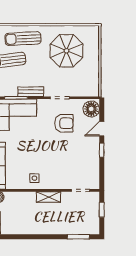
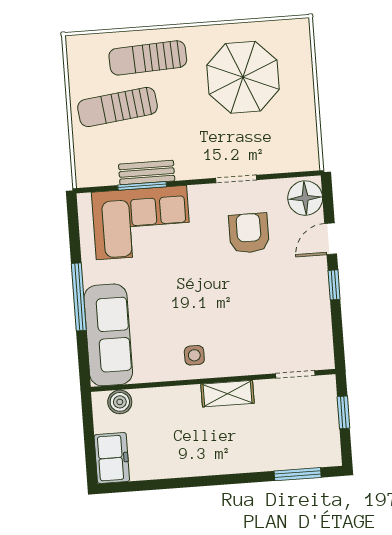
bench: (31, 92) -> (147, 173), moved
armchair: (64, 123) -> (249, 233), turned -90

